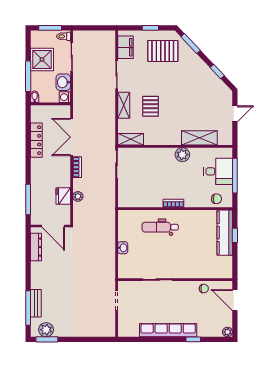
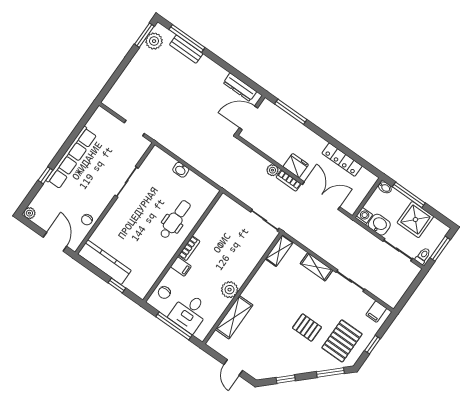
filing cabinet: (125, 47) -> (376, 312), width x0.50
pallet: (151, 106) -> (307, 328), moved
fridge: (63, 196) -> (296, 166), moved
plant: (78, 196) -> (272, 170), moved
filing cabinet: (190, 200) -> (181, 267), added
kitchen counter: (225, 233) -> (104, 262), moved
door: (235, 300) -> (55, 242), hinge flipped

